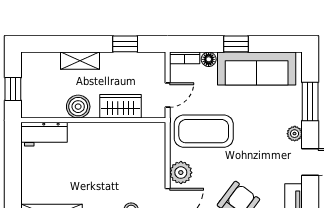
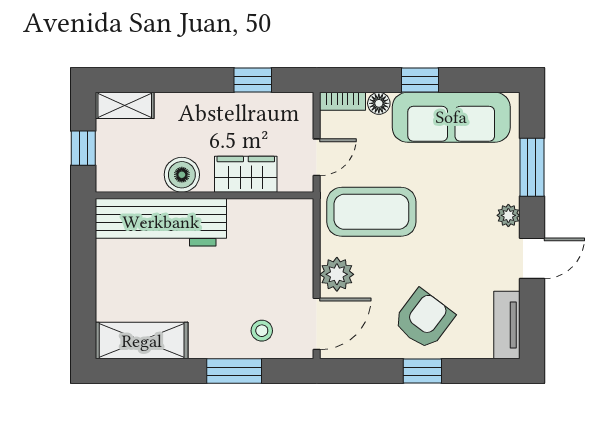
shelving: (80, 61) -> (125, 105), moved
workbench: (44, 134) -> (161, 222), width x1.88, depth x1.32

